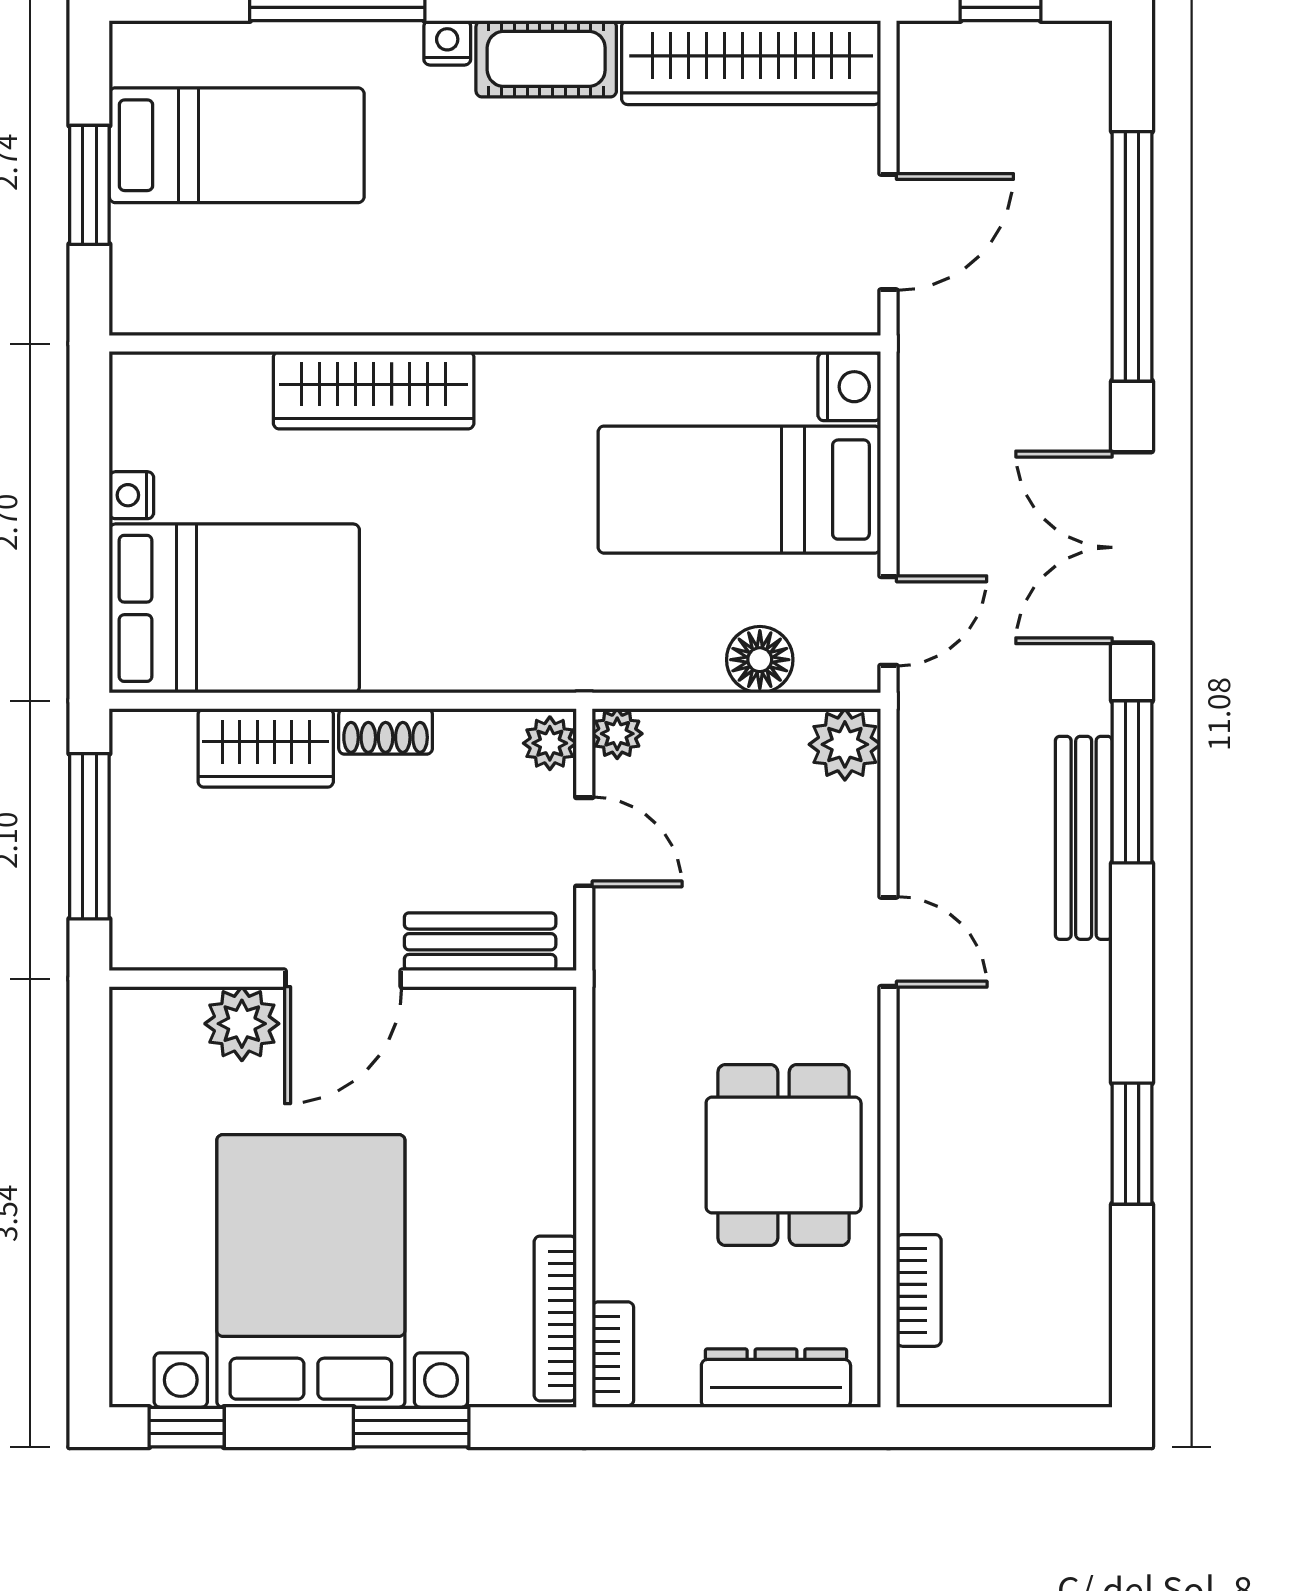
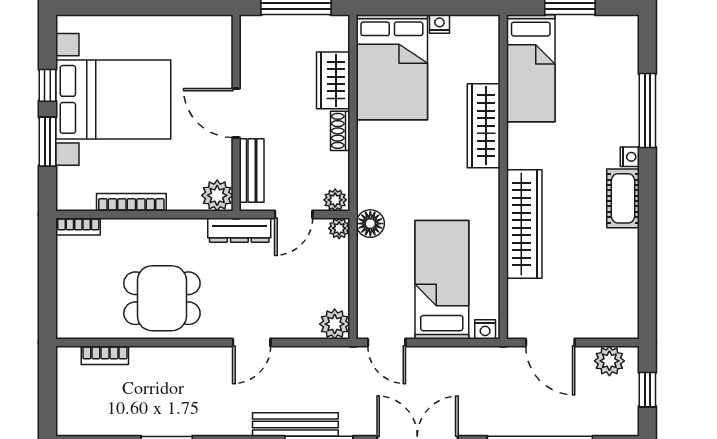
wardrobe: (751, 63) -> (524, 224), moved, turned 180
plant: (932, 91) -> (609, 361), added
bed: (237, 145) -> (531, 68), moved
nightstand: (849, 387) -> (485, 329), width x0.72, depth x0.74
floor lamp: (760, 660) -> (370, 224), moved
plant: (242, 1024) -> (217, 195), moved
bookcase: (555, 1318) -> (131, 202), moved
dresser: (776, 1378) -> (239, 230), moved, turned 90
window: (187, 1427) -> (47, 85), moved

